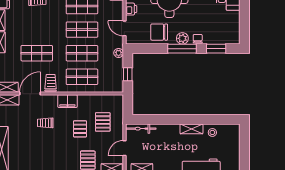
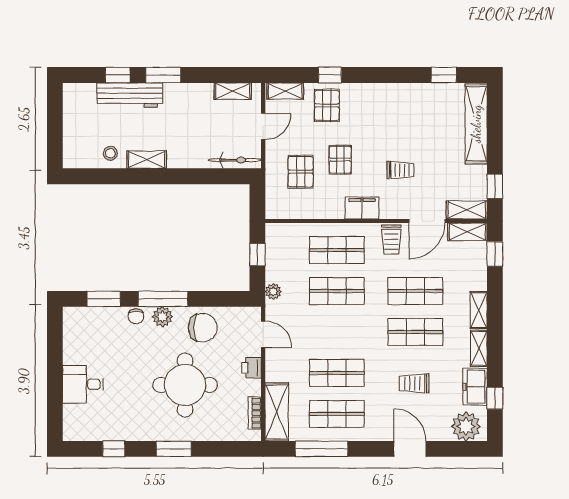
shop shelf: (82, 30) -> (415, 332), moved

